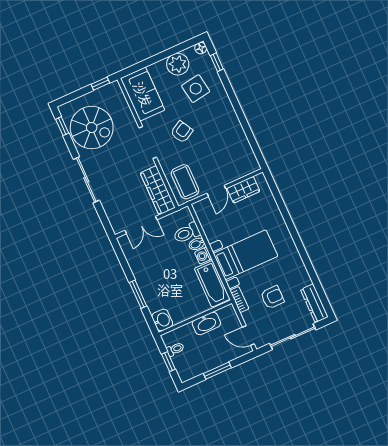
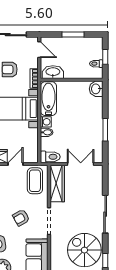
toilet: (187, 233) -> (50, 157), moved
window: (138, 294) -> (105, 130), moved
washbasin: (206, 323) -> (53, 72), moved

